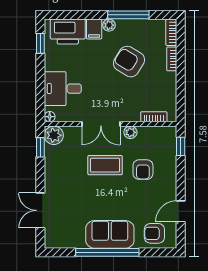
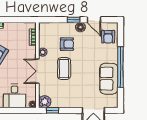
double door: (101, 124) -> (37, 71), swing flipped
window: (181, 146) -> (74, 20), moved
floor lamp: (169, 191) -> (80, 27), added
sofa: (110, 234) -> (109, 79), moved

